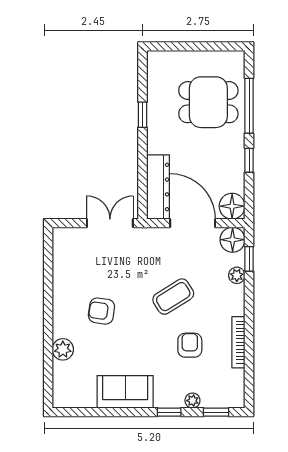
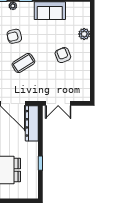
armchair: (101, 311) -> (63, 55), turned -120
armchair: (190, 345) -> (14, 36), turned 77

